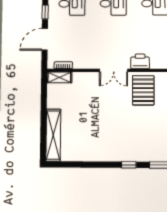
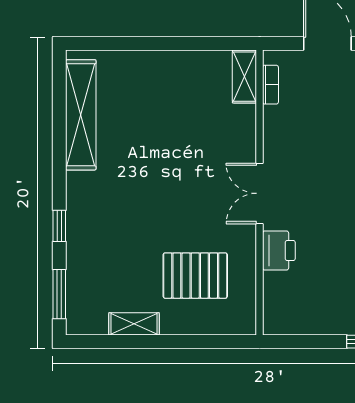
pallet: (143, 90) -> (195, 276), moved
shelving: (53, 135) -> (81, 115), moved, turned 90

